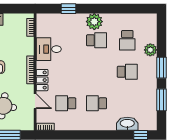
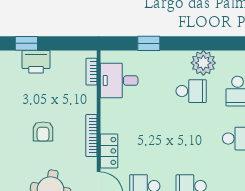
plant: (94, 22) -> (203, 63), moved
desk: (49, 49) -> (119, 81), moved

